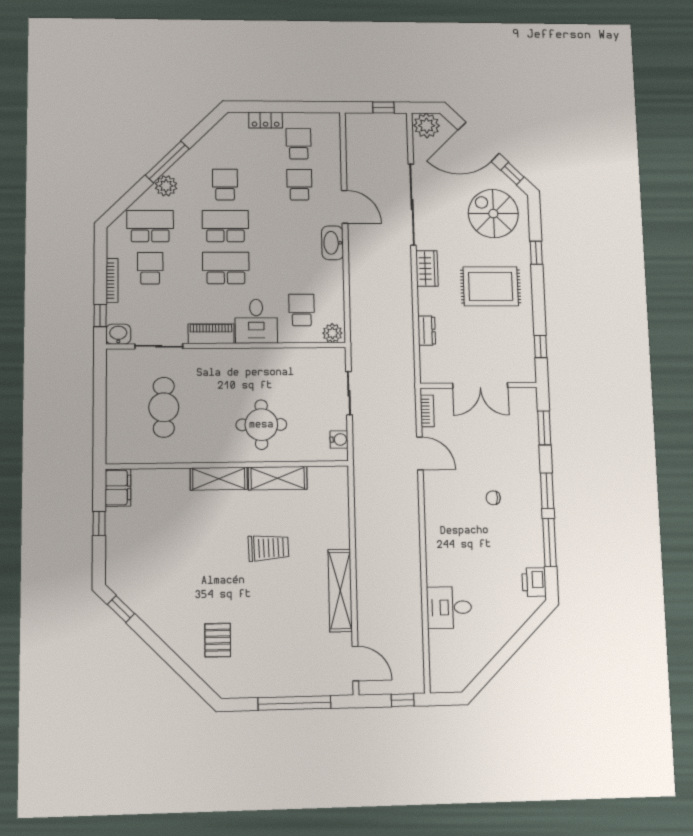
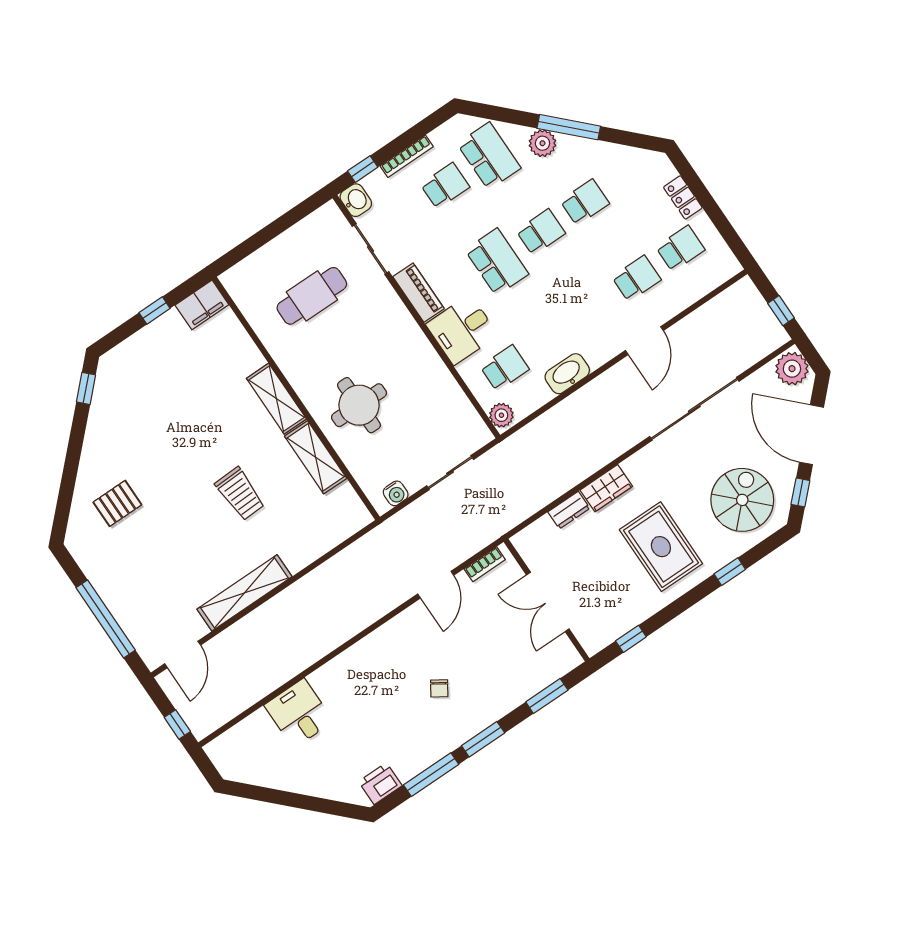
school desk: (225, 226) -> (541, 232), width x0.54
washbasin: (333, 243) -> (567, 374), moved
wardrobe: (427, 268) -> (606, 488), moved
chair: (493, 498) -> (439, 688), turned -147

